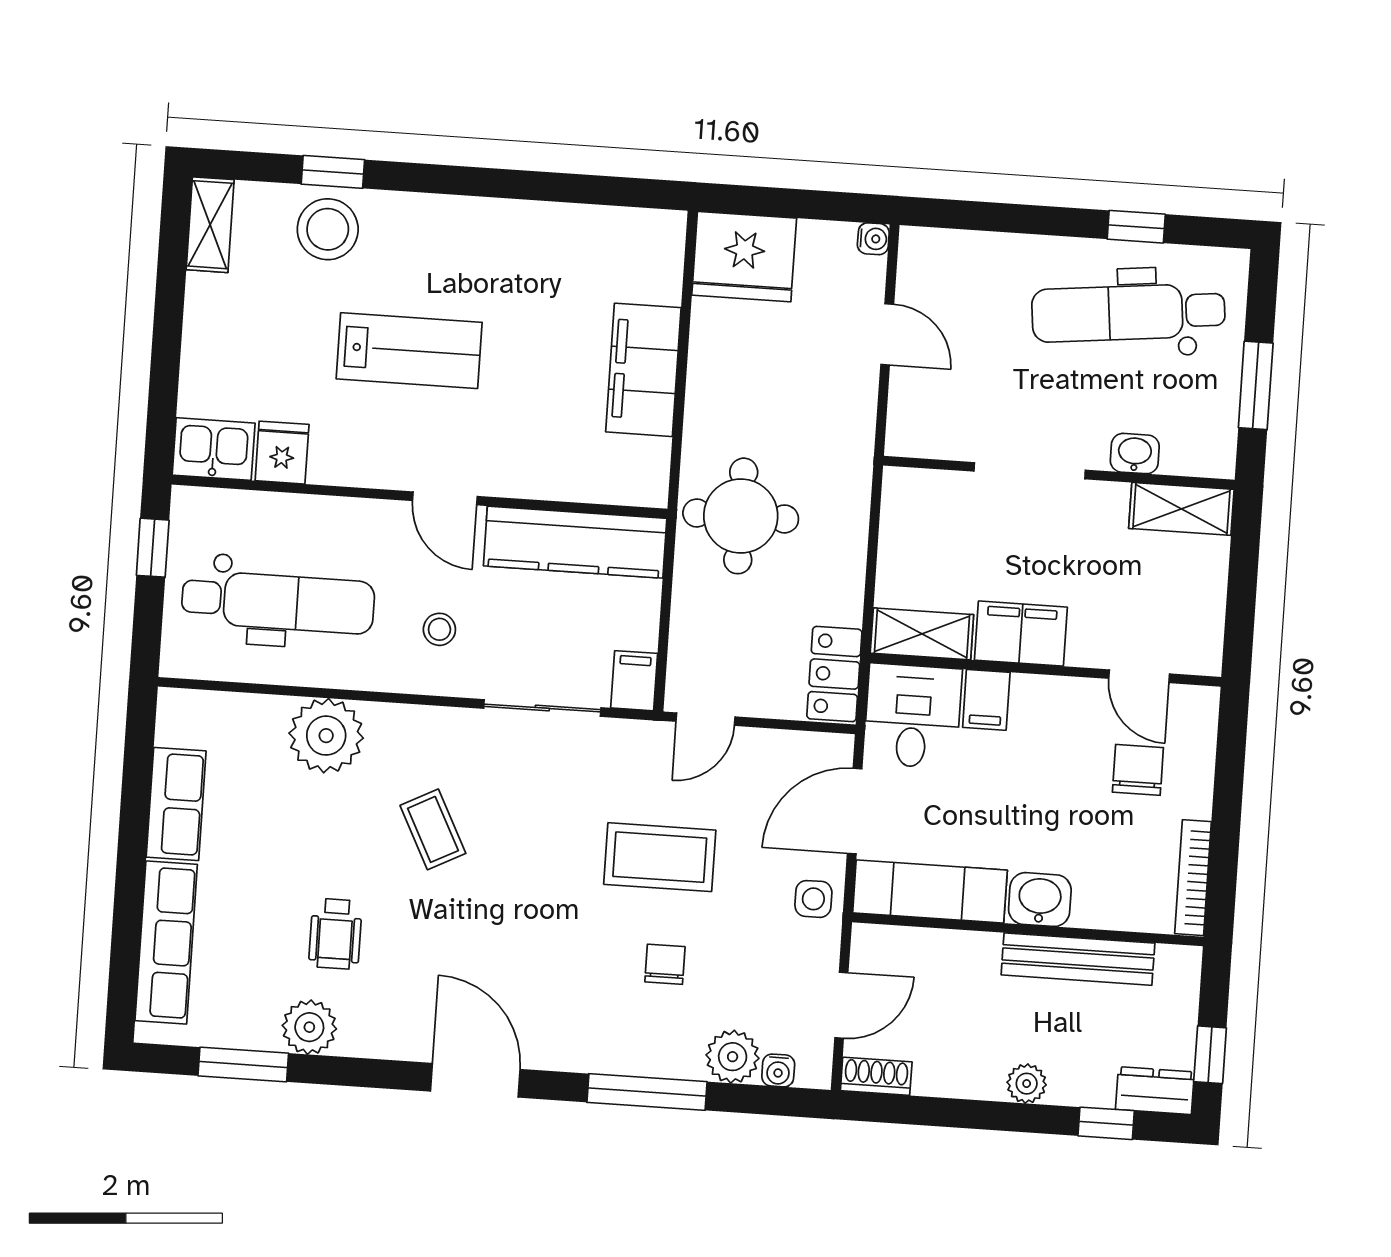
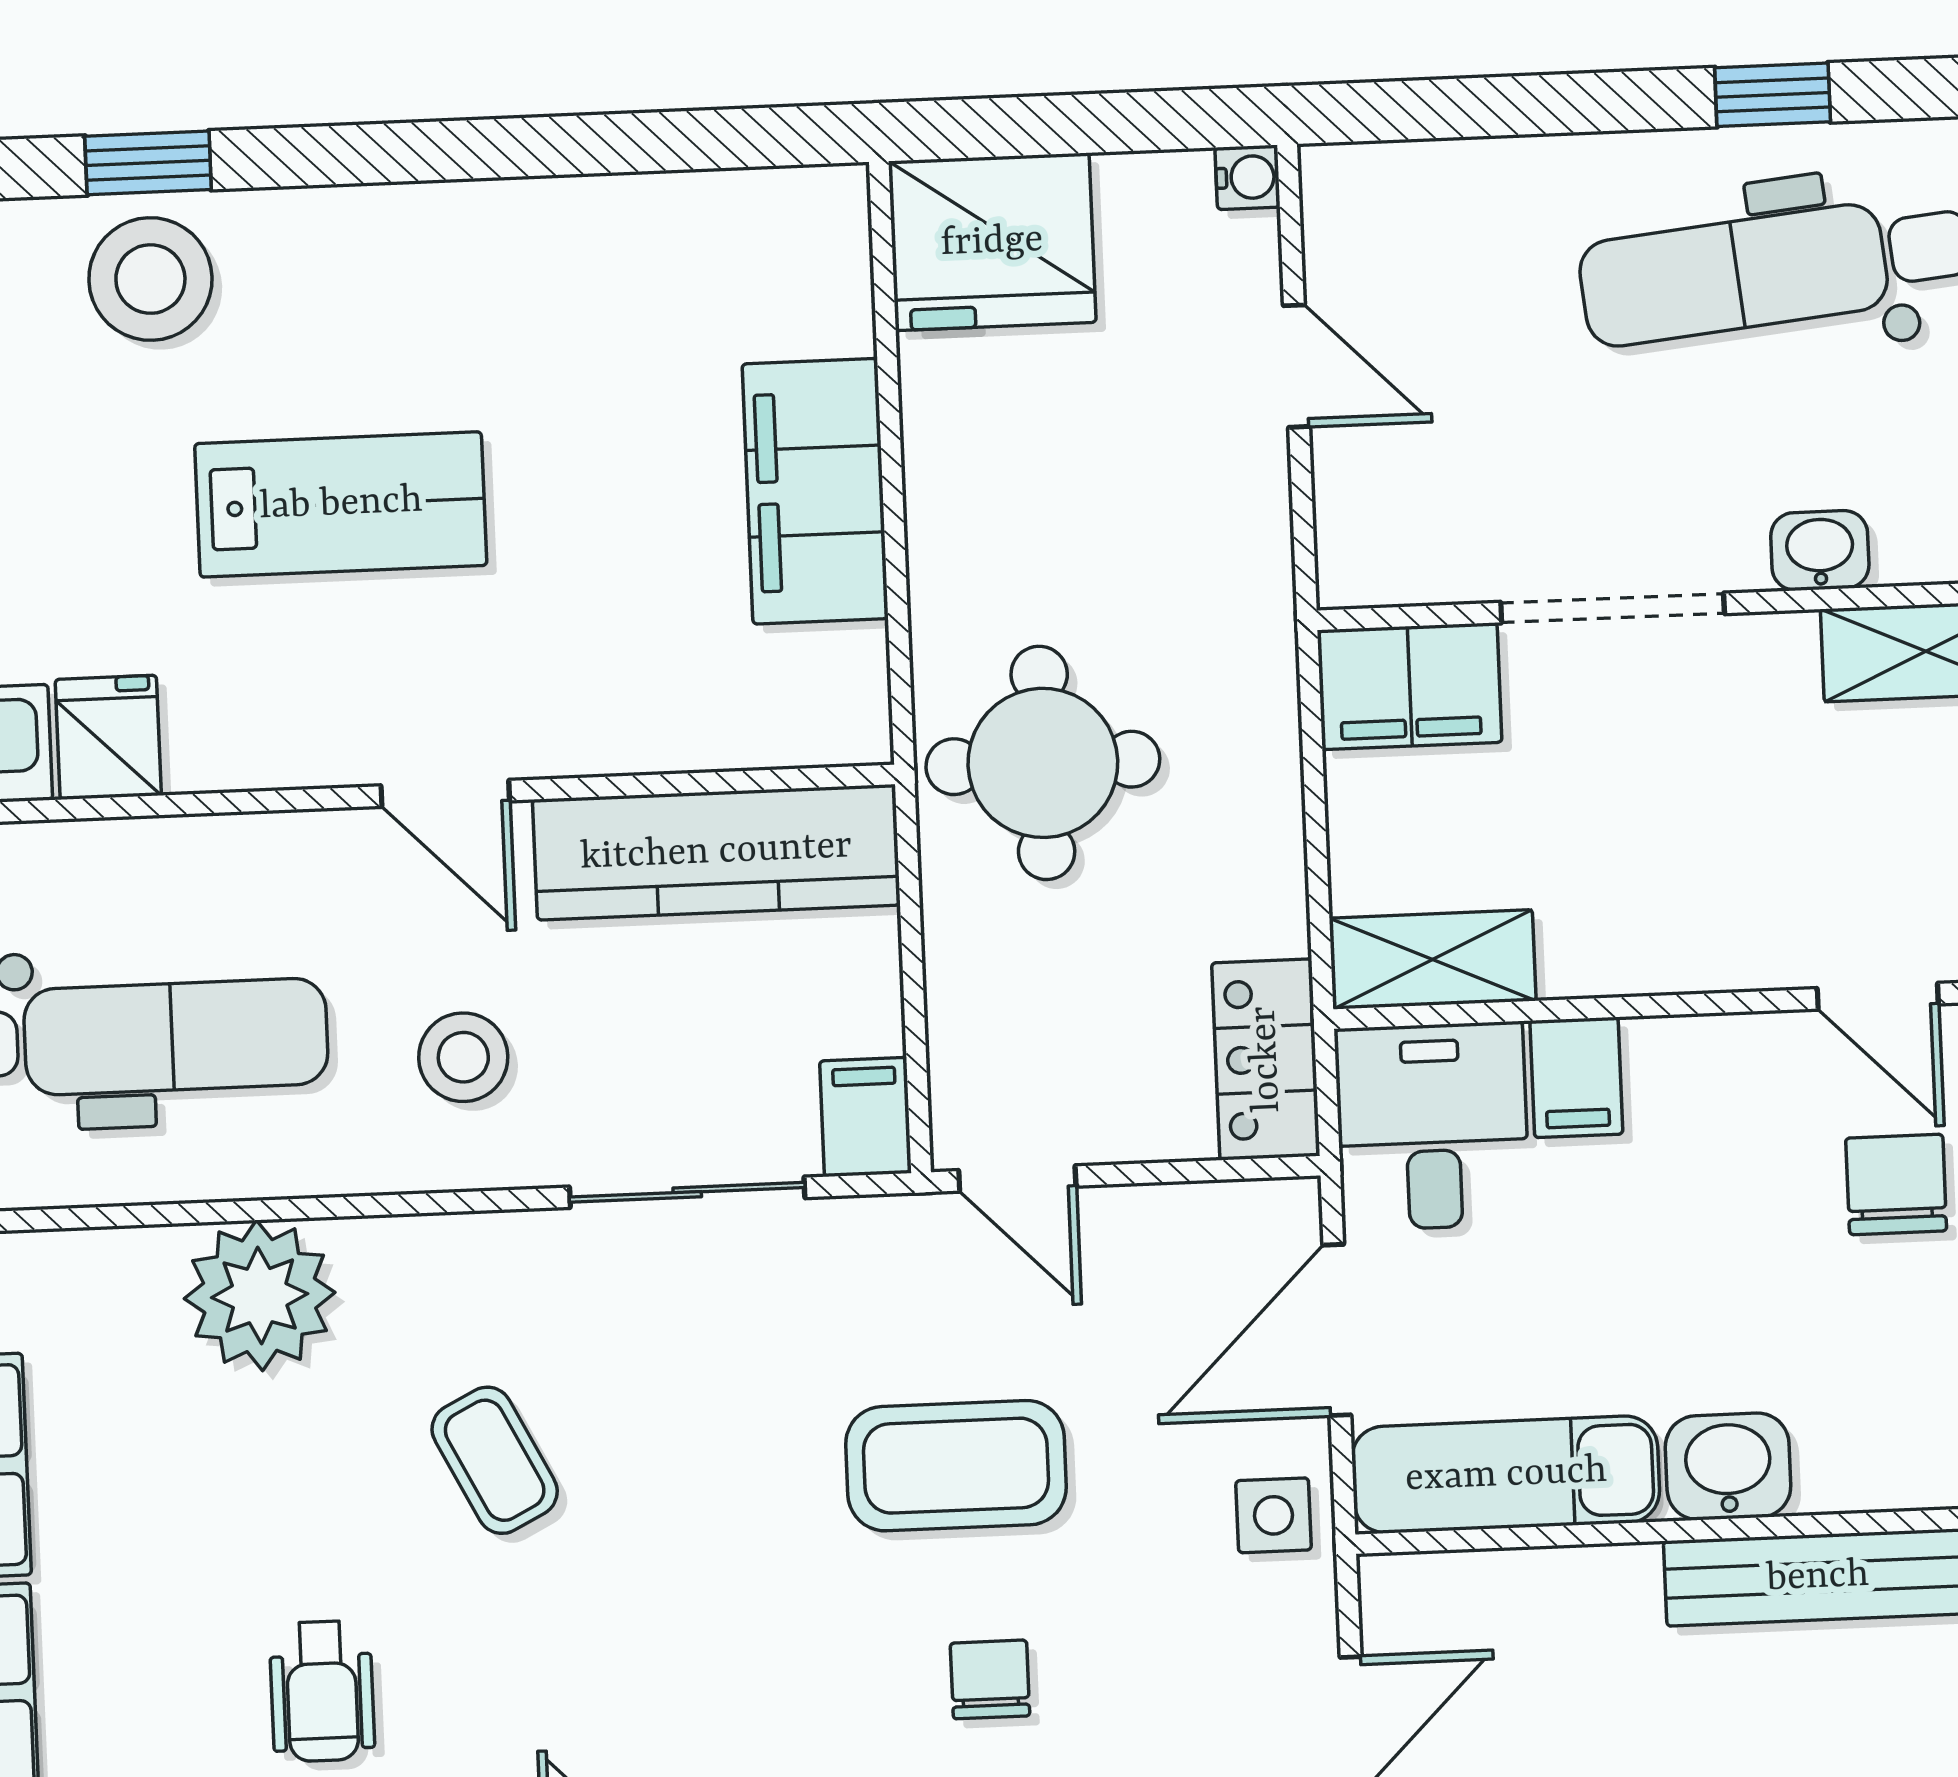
stool: (439, 629) -> (463, 1057), width x1.37, depth x1.37
filing cabinet: (1021, 634) -> (1410, 686), moved, turned 180
door: (706, 719) -> (1017, 1178), hinge flipped

